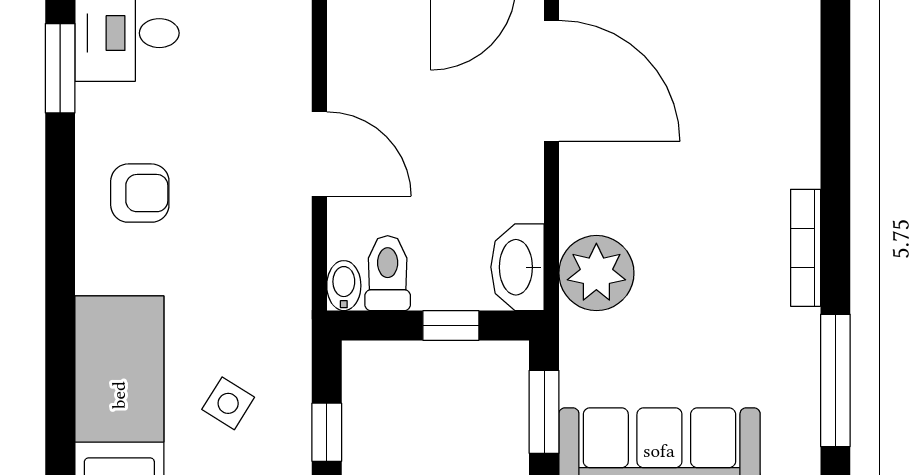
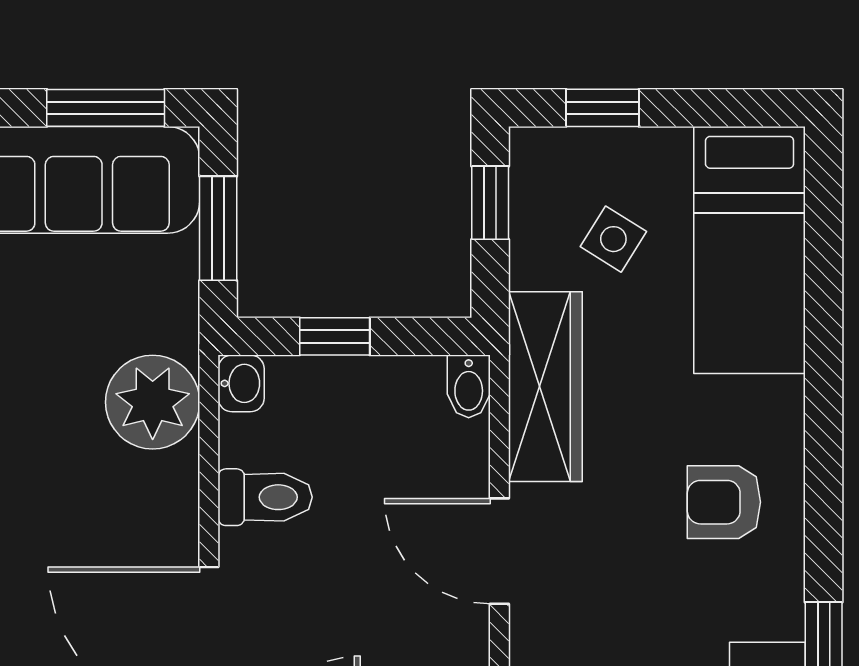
washbasin: (517, 267) -> (241, 383), width x0.52, depth x0.69
toilet: (388, 273) -> (265, 497), moved, turned -90
wardrobe: (283, 285) -> (545, 387), added

